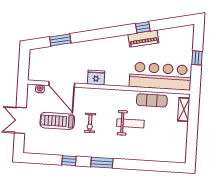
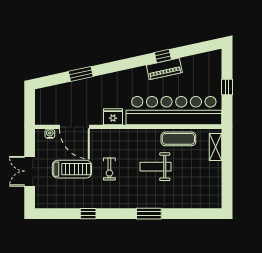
window: (60, 40) -> (81, 74), moved
bar counter: (161, 76) -> (174, 111), width x1.36
treadmill: (57, 121) -> (72, 169), turned 180
weight bench: (130, 123) -> (156, 167), turned 180
window: (102, 163) -> (149, 214), moved

